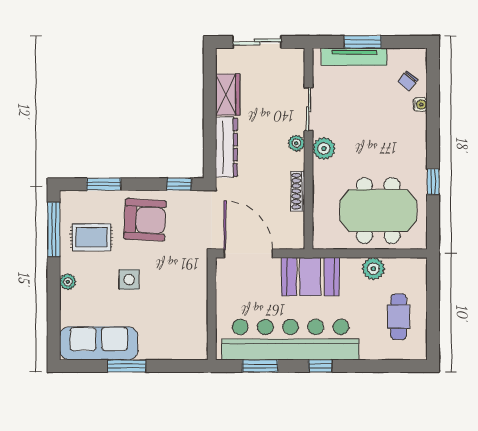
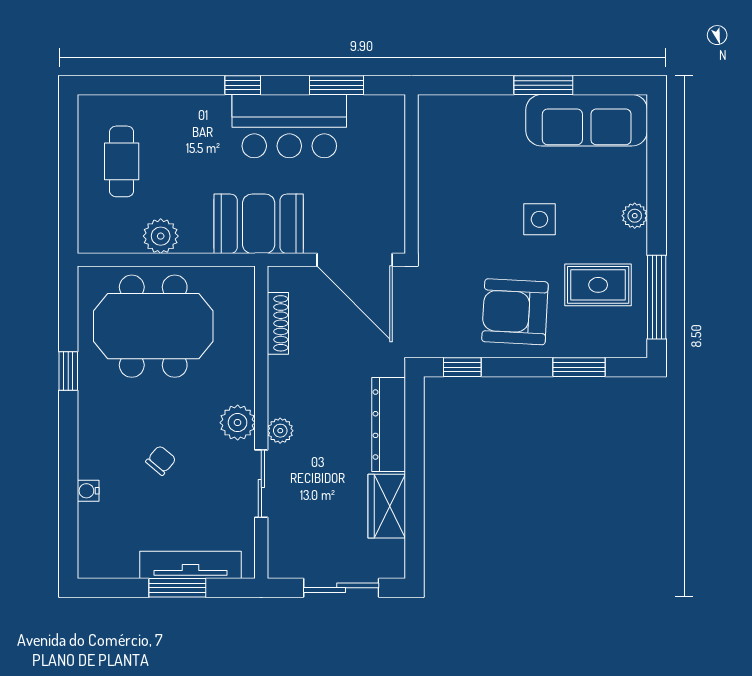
chair: (408, 81) -> (161, 460), moved
shoe rack: (298, 191) -> (278, 323), moved
bar counter: (291, 340) -> (289, 126), width x0.54

